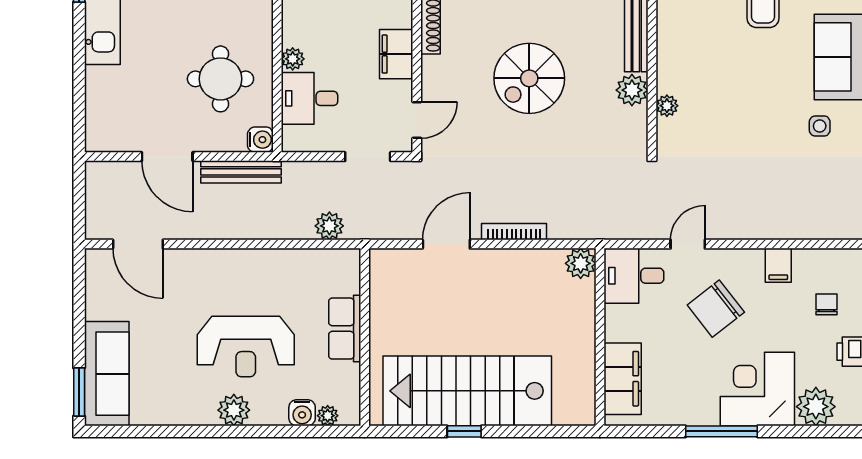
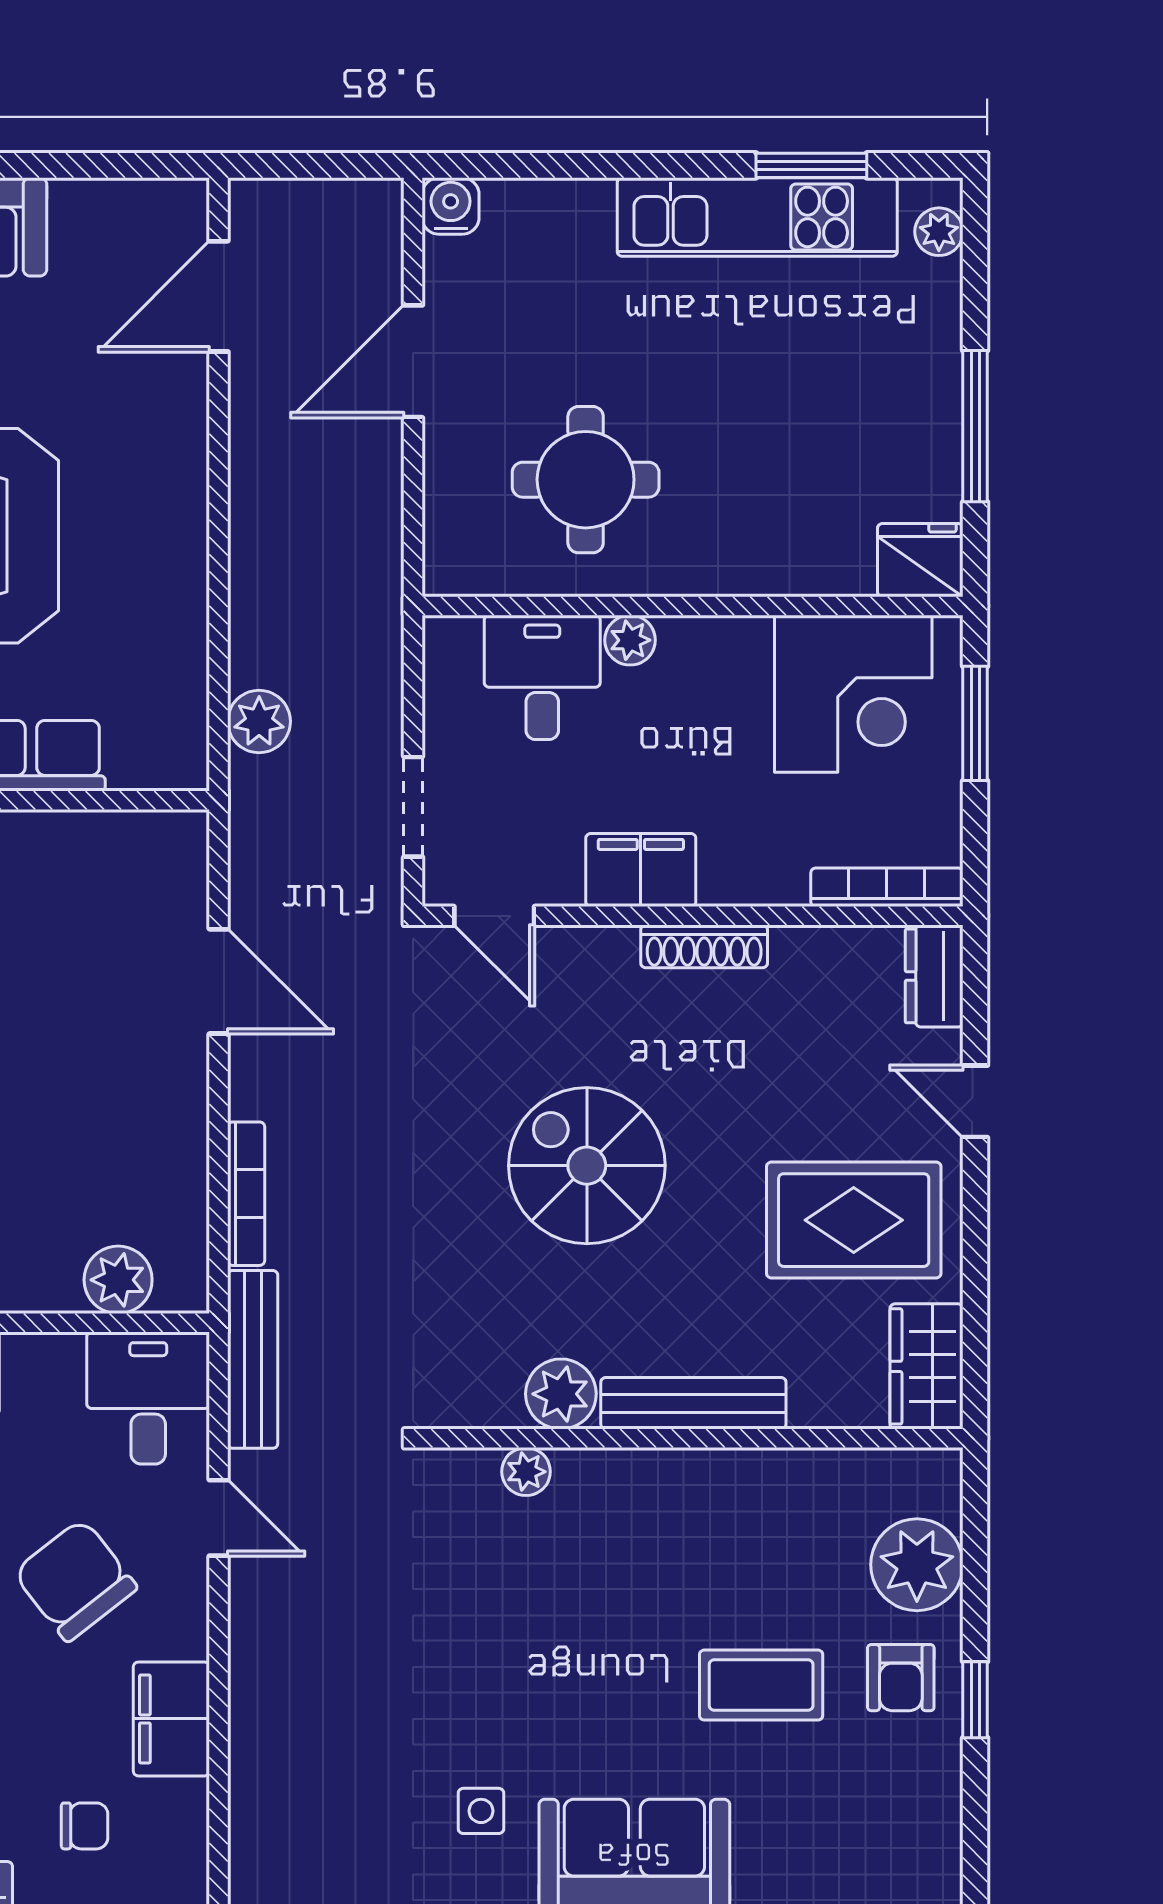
water cooler: (260, 140) -> (451, 206), moved, turned 180
bench: (241, 172) -> (253, 1359), moved
bookcase: (514, 232) -> (246, 1194), moved
plant: (581, 263) -> (118, 1280), moved
filing cabinet: (778, 265) -> (171, 1719), width x2.00

